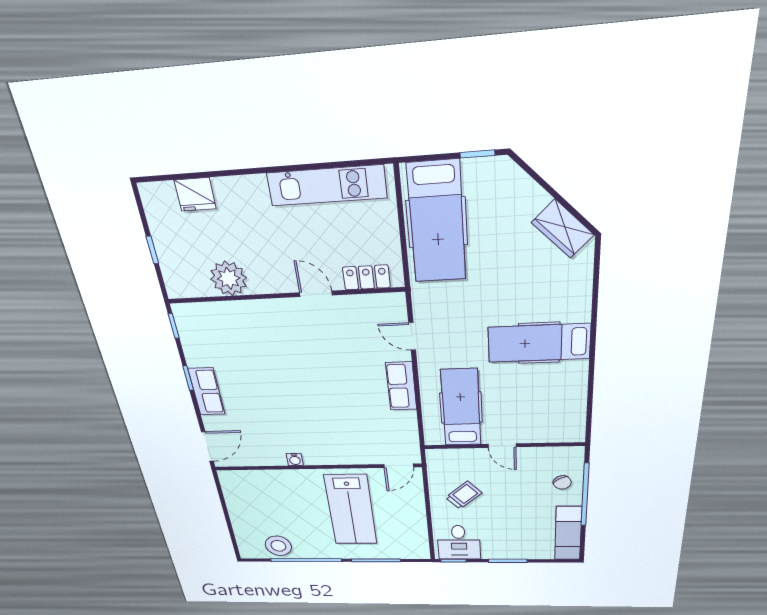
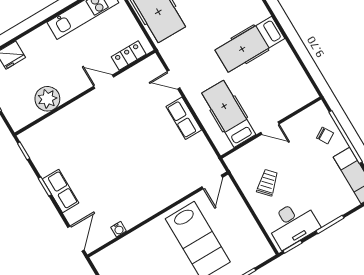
water cooler: (295, 460) -> (119, 229), moved
desk: (459, 543) -> (292, 224), width x1.37

